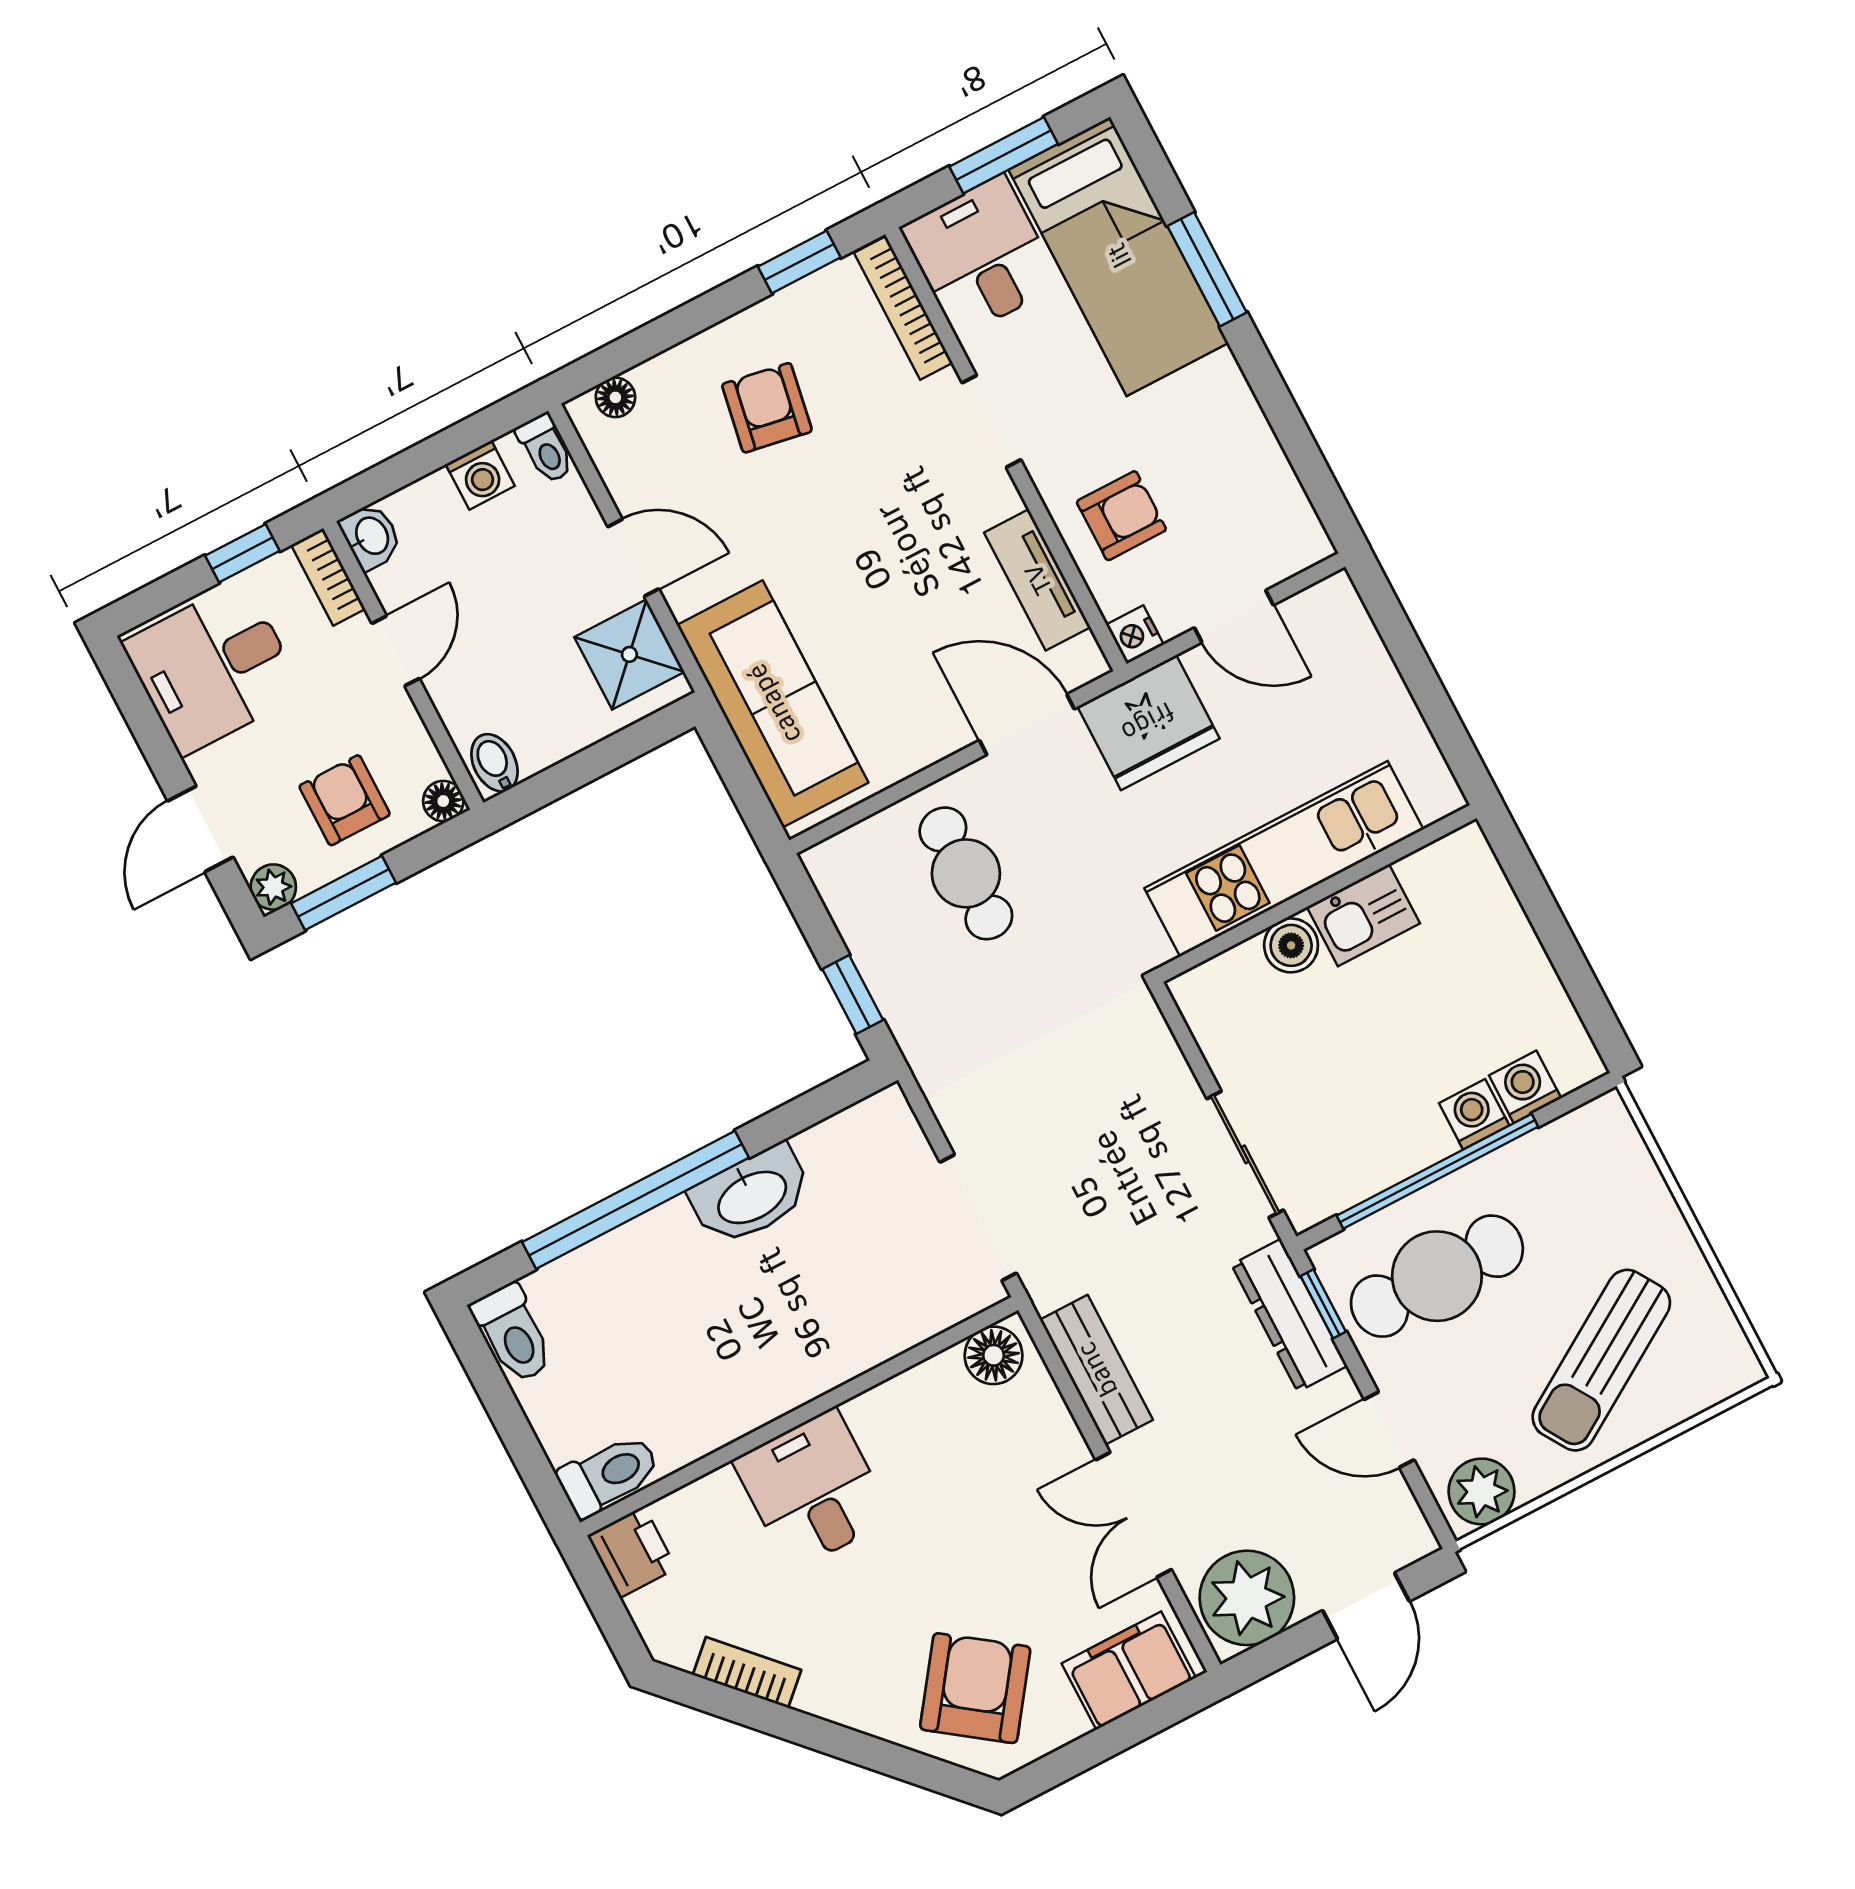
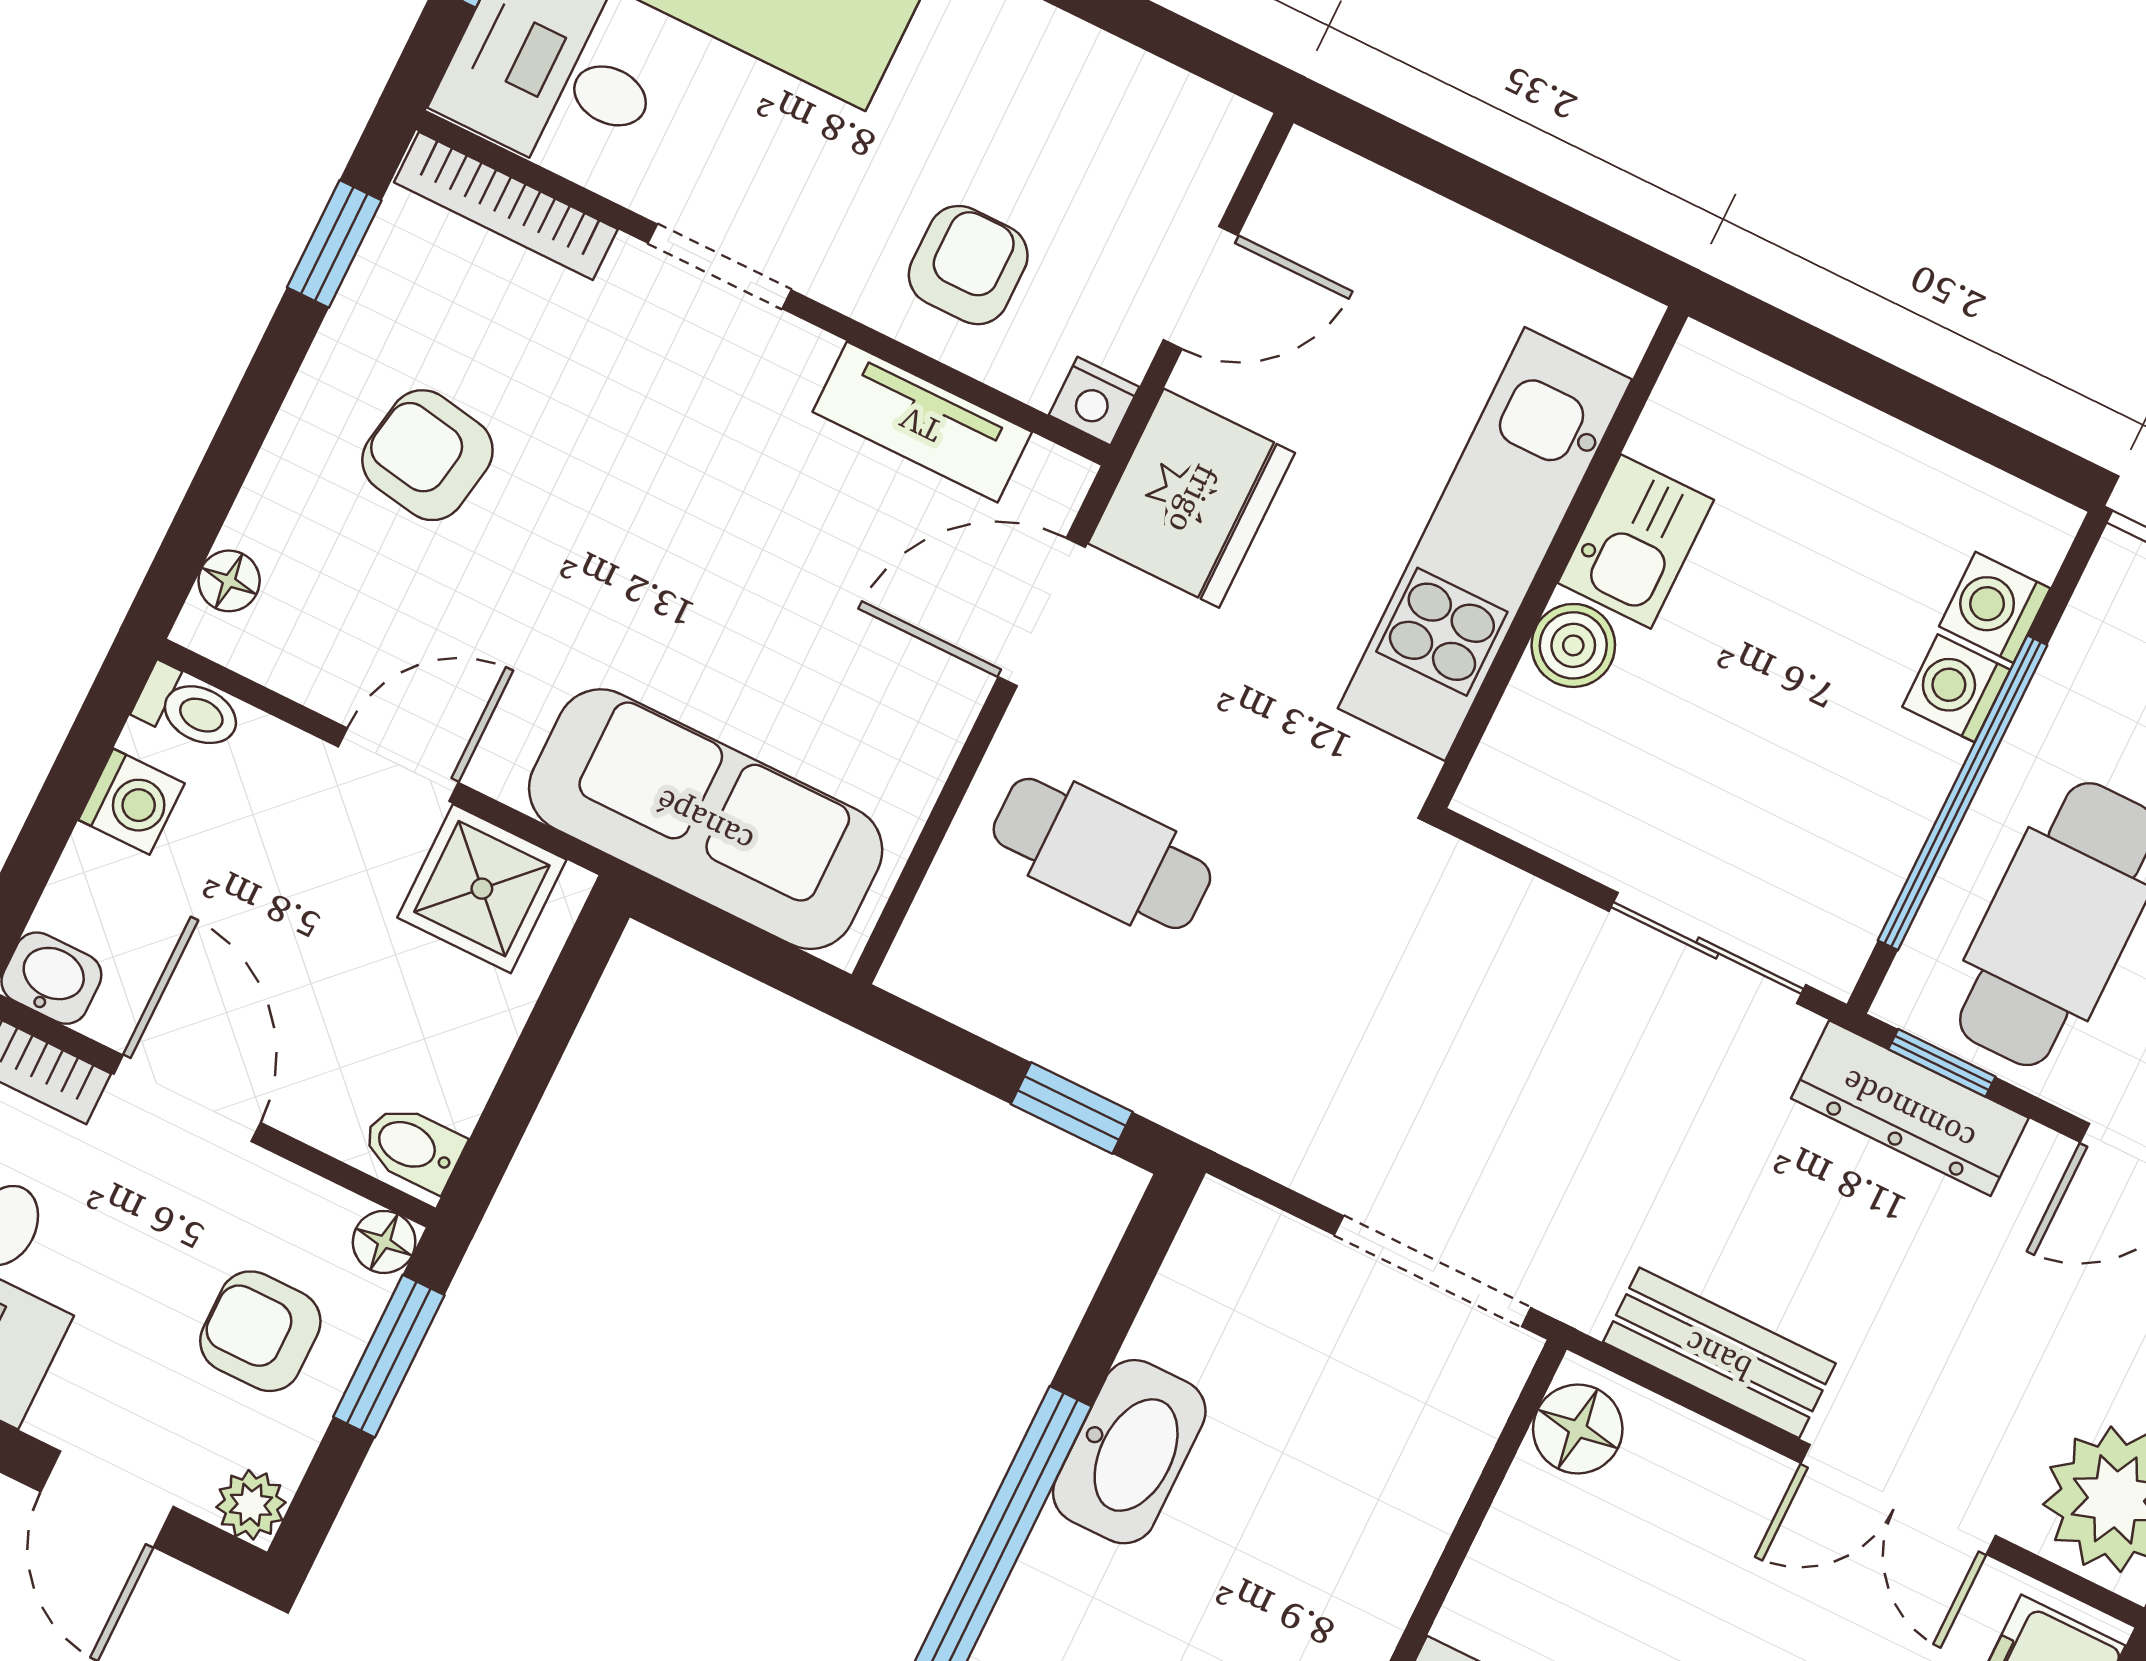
door: (396, 651) -> (187, 1098), width x1.38
window: (344, 893) -> (389, 1356), moved

